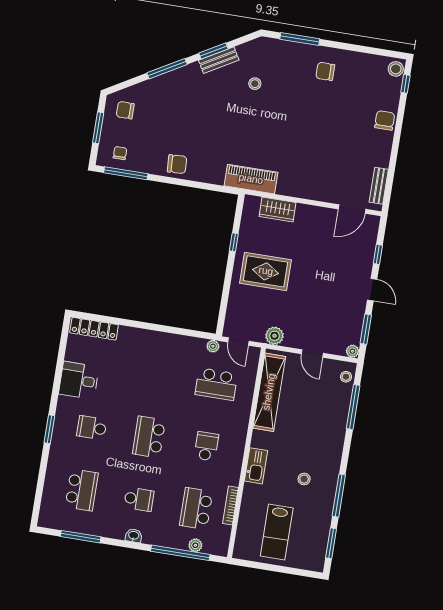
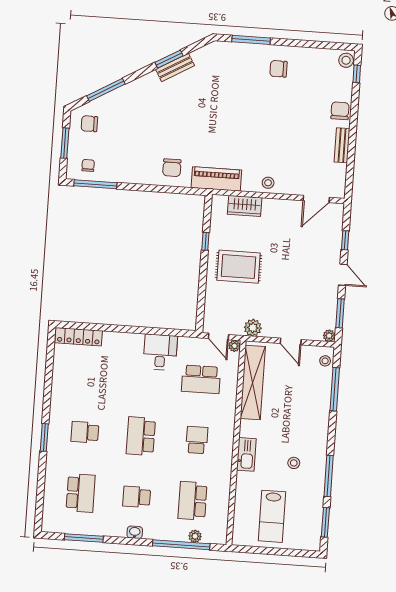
window: (167, 69) -> (106, 90), moved
stool: (255, 84) -> (268, 183), moved
chair: (177, 164) -> (172, 168), moved, turned 93
bench: (379, 186) -> (342, 145), moved
plant: (213, 346) -> (235, 346), moved
desk: (79, 380) -> (160, 352), moved, turned 90
school desk: (139, 499) -> (137, 497), turned 180
bookcase: (231, 505) -> (225, 495), removed

